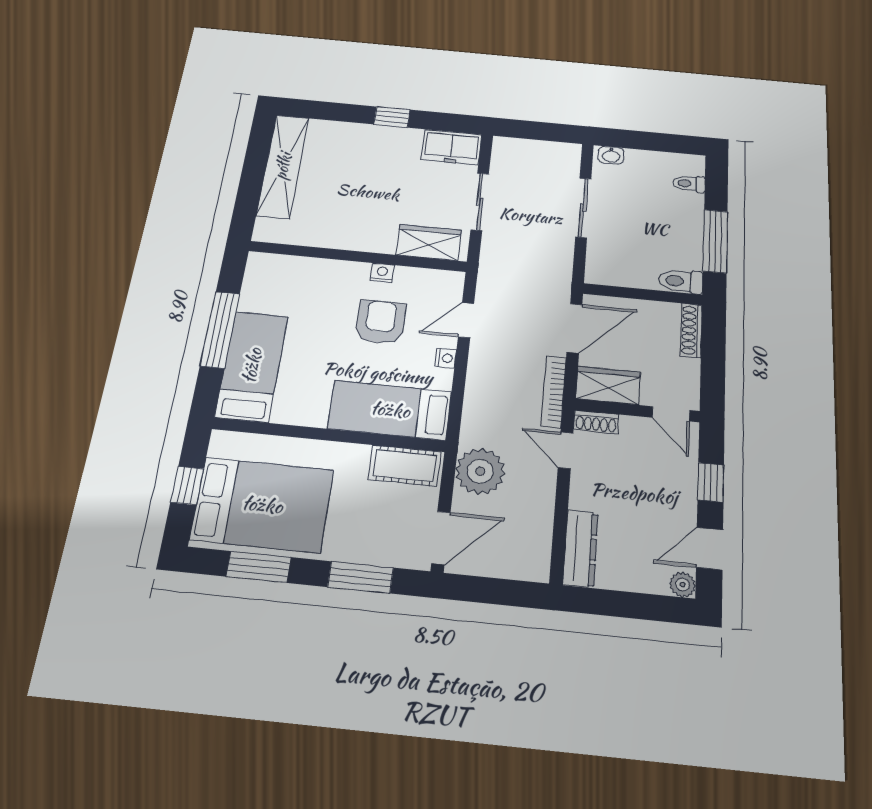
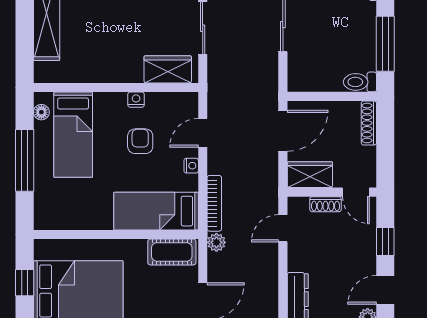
floor lamp: (254, 275) -> (41, 112), added
armchair: (380, 322) -> (140, 141), width x0.72, depth x0.72
bed: (252, 366) -> (73, 135), moved, turned 180
bookcase: (554, 392) -> (214, 203), moved, turned 180
shoe rack: (596, 422) -> (326, 204), moved
door: (566, 450) -> (283, 228), hinge flipped
plant: (480, 471) -> (216, 242), width x0.53, depth x0.53

